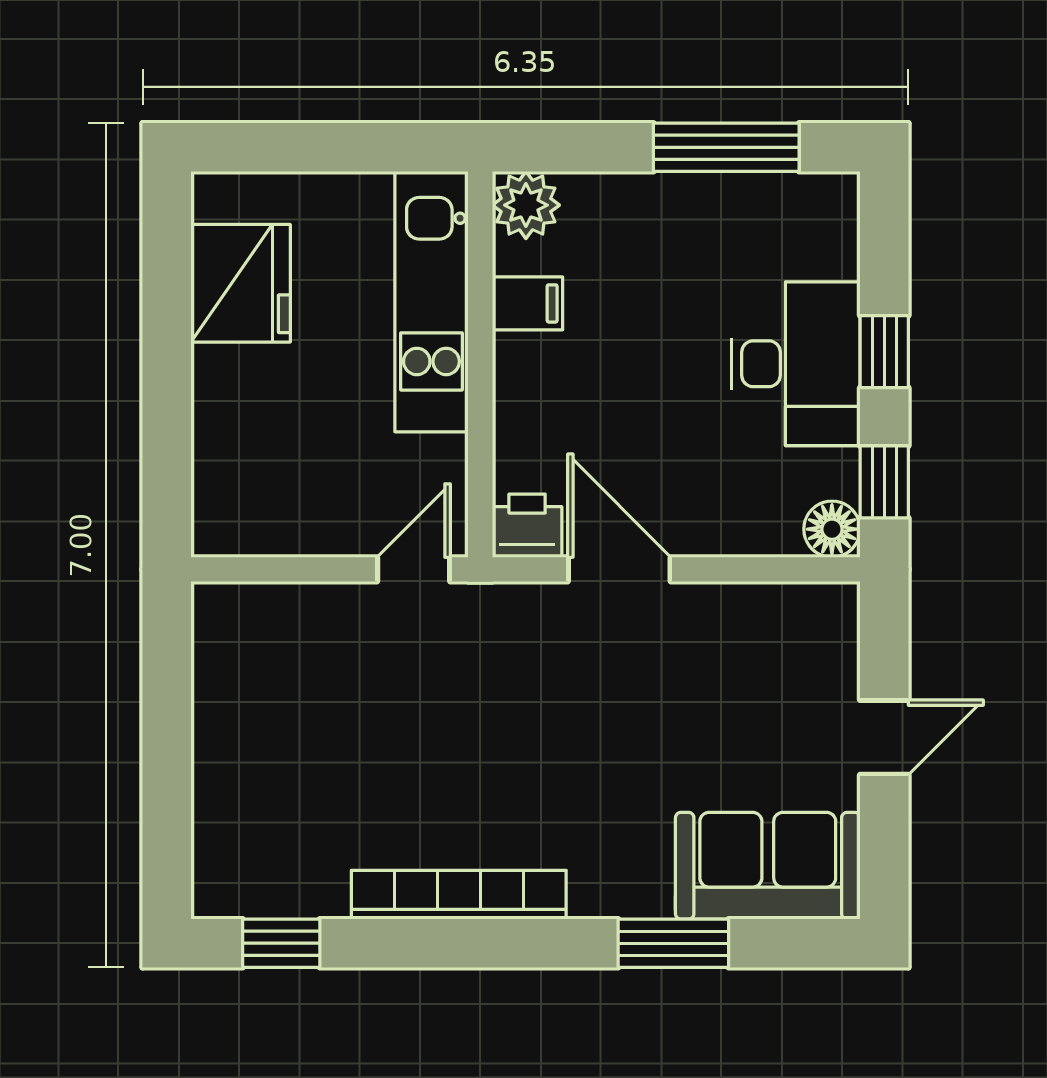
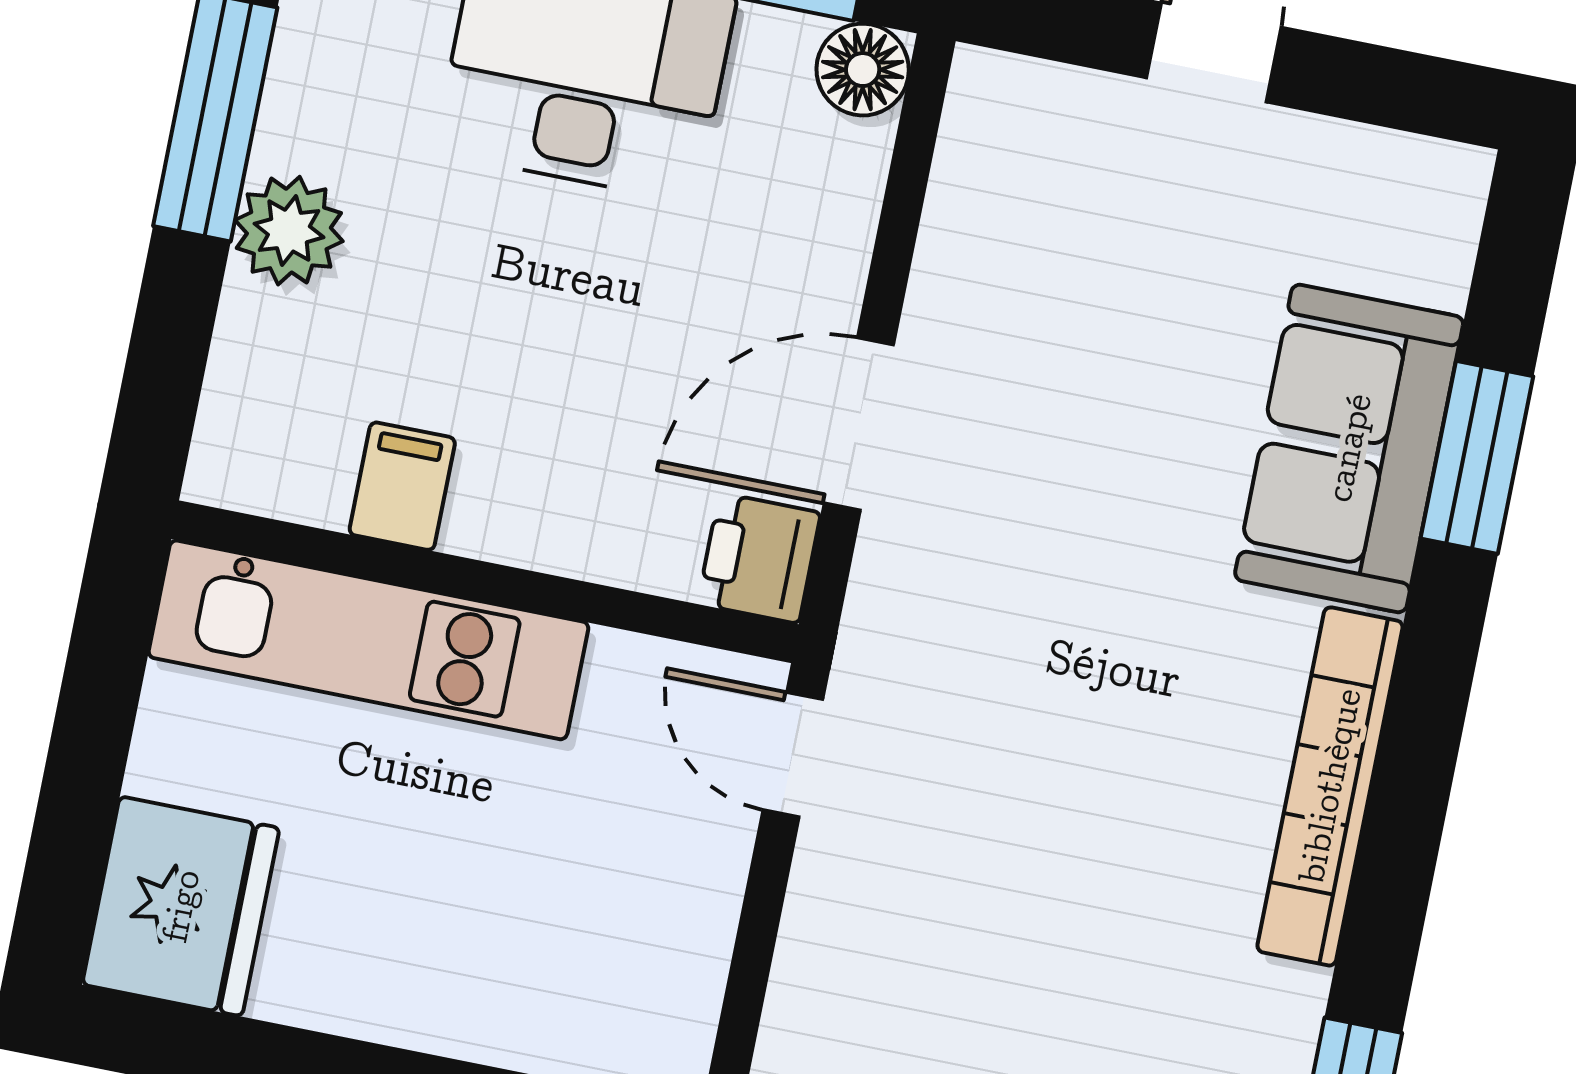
plant: (526, 205) -> (289, 231), moved
fridge: (241, 283) -> (181, 906), moved, turned 90
sofa: (768, 866) -> (1349, 448), moved

